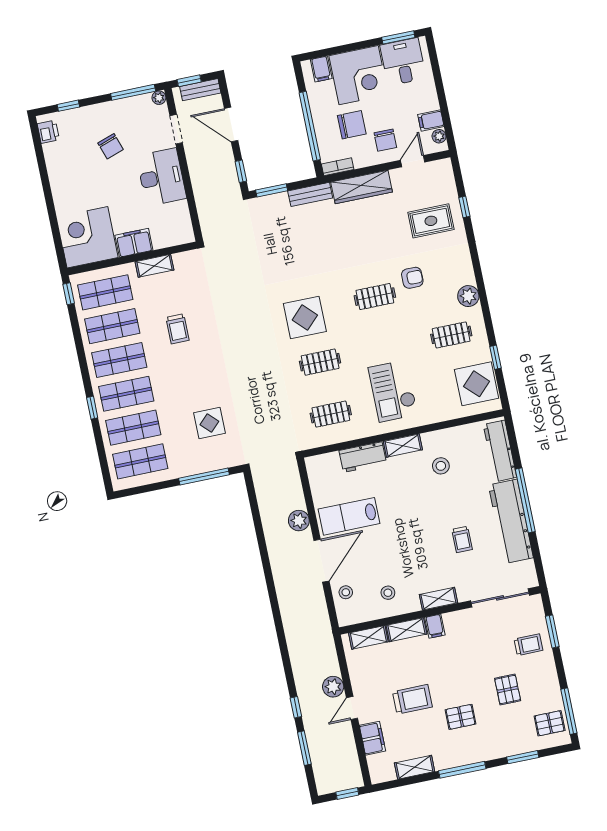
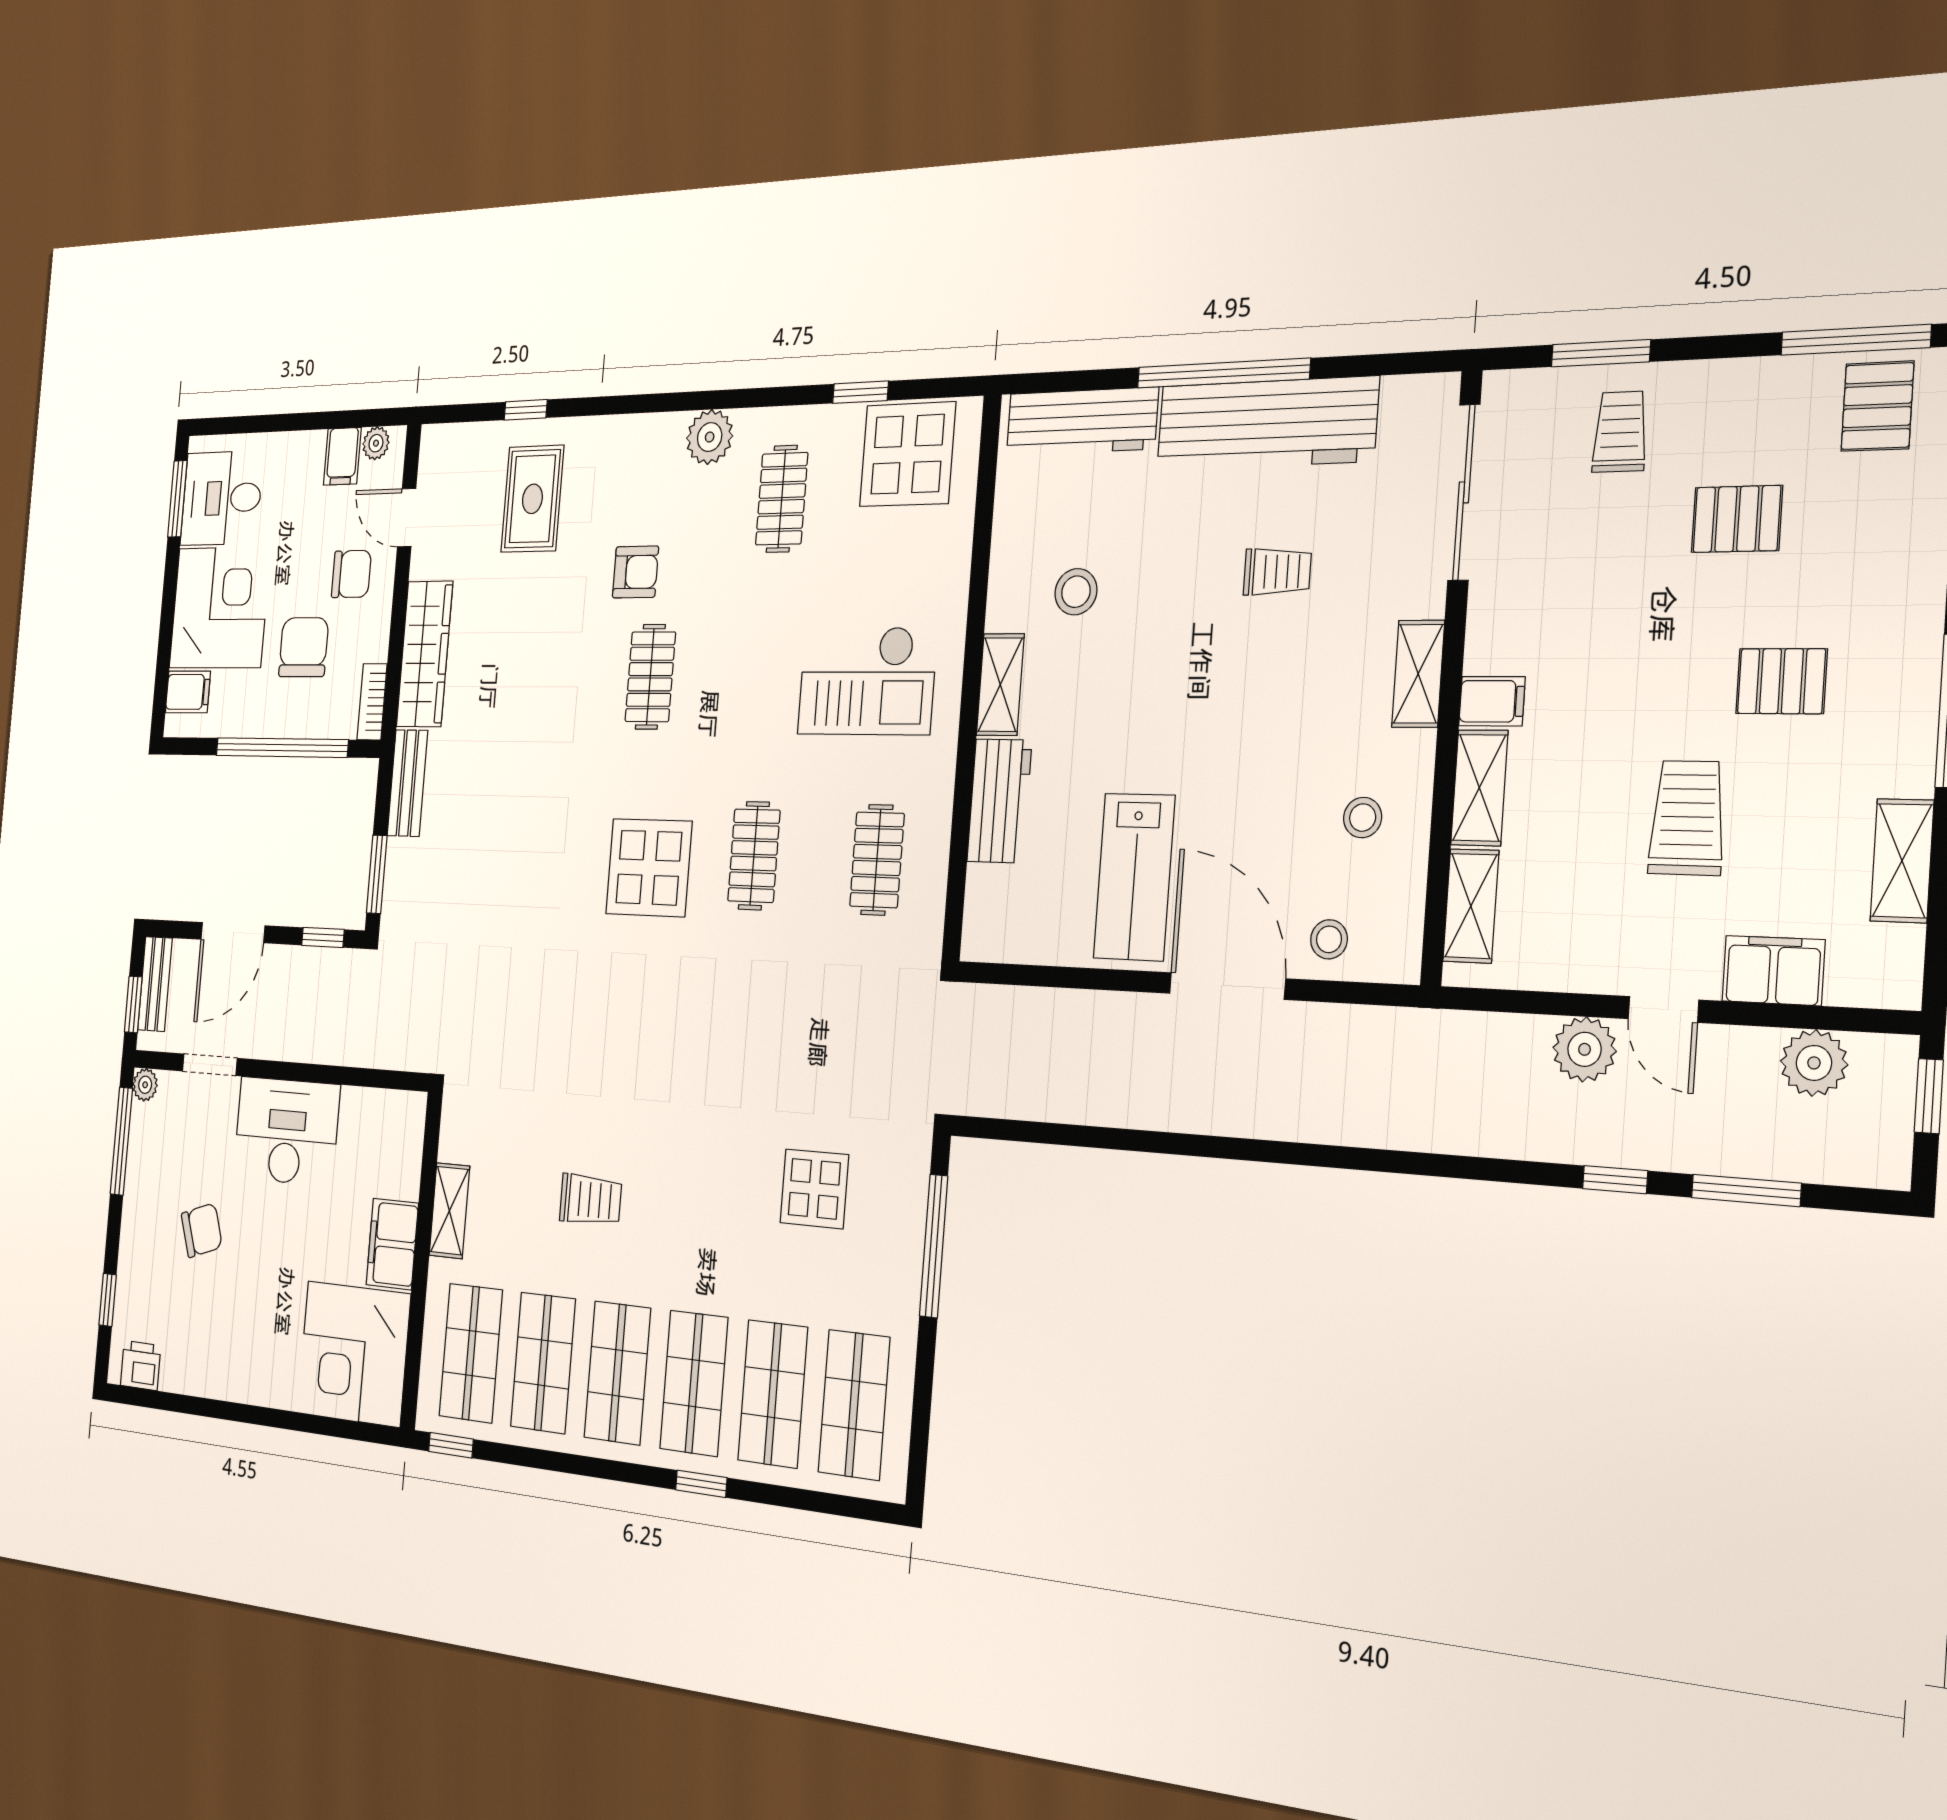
armchair: (412, 278) -> (635, 572), turned 90
plant: (299, 521) -> (1814, 1063), moved
pallet: (460, 717) -> (1781, 681), turned 90

